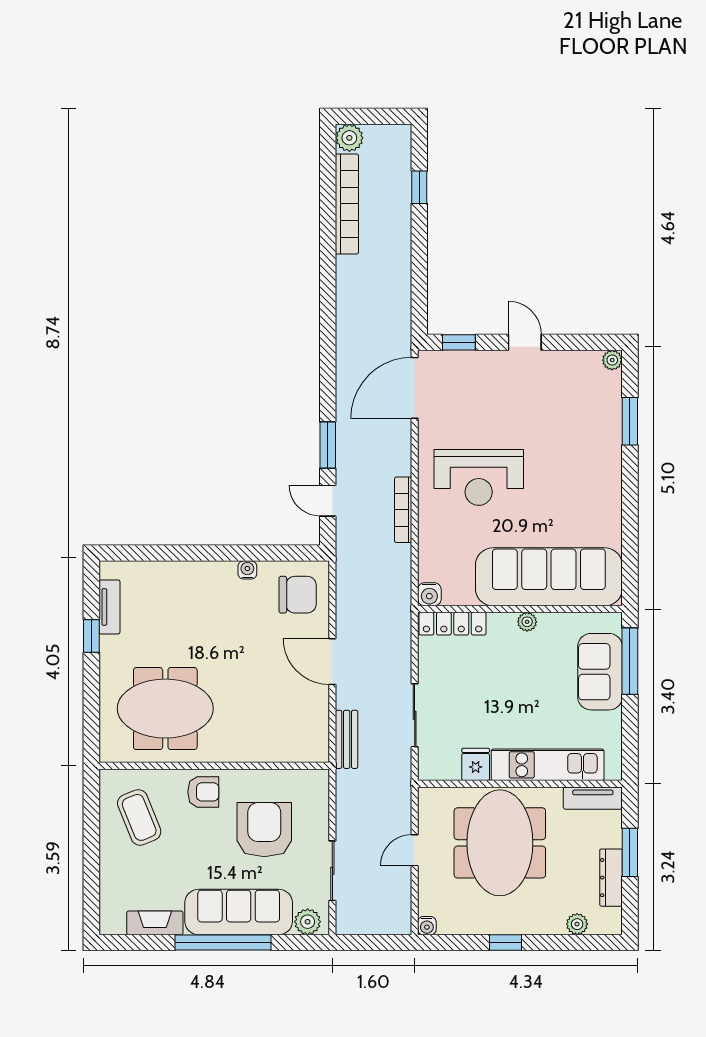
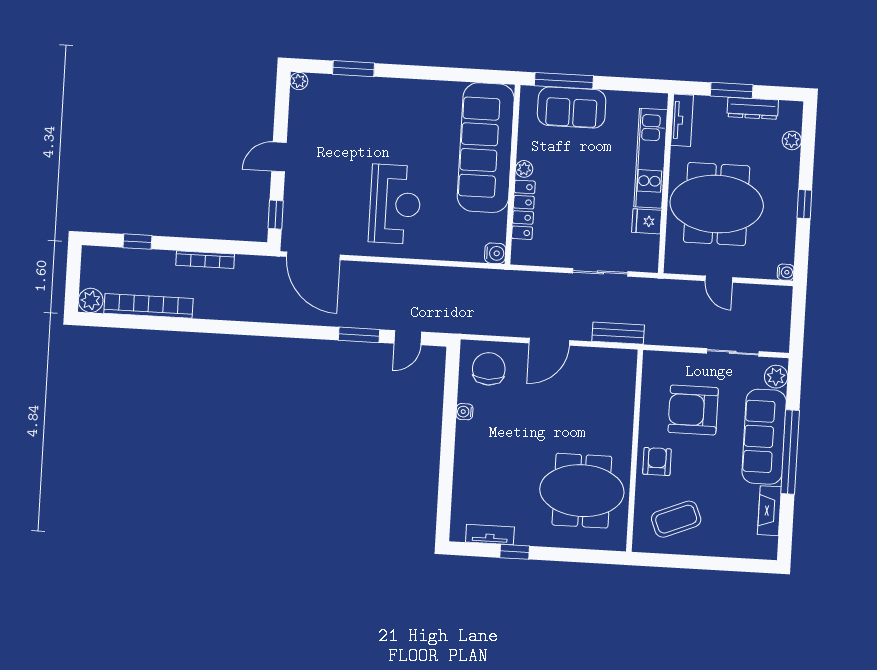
bookcase: (403, 510) -> (205, 260), moved
locker: (453, 624) -> (523, 210), moved
meeting table: (165, 709) -> (582, 491), turned 90

